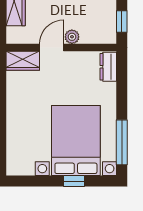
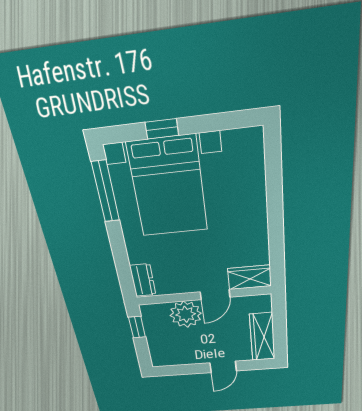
plant: (72, 37) -> (186, 314), width x1.88, depth x1.88

